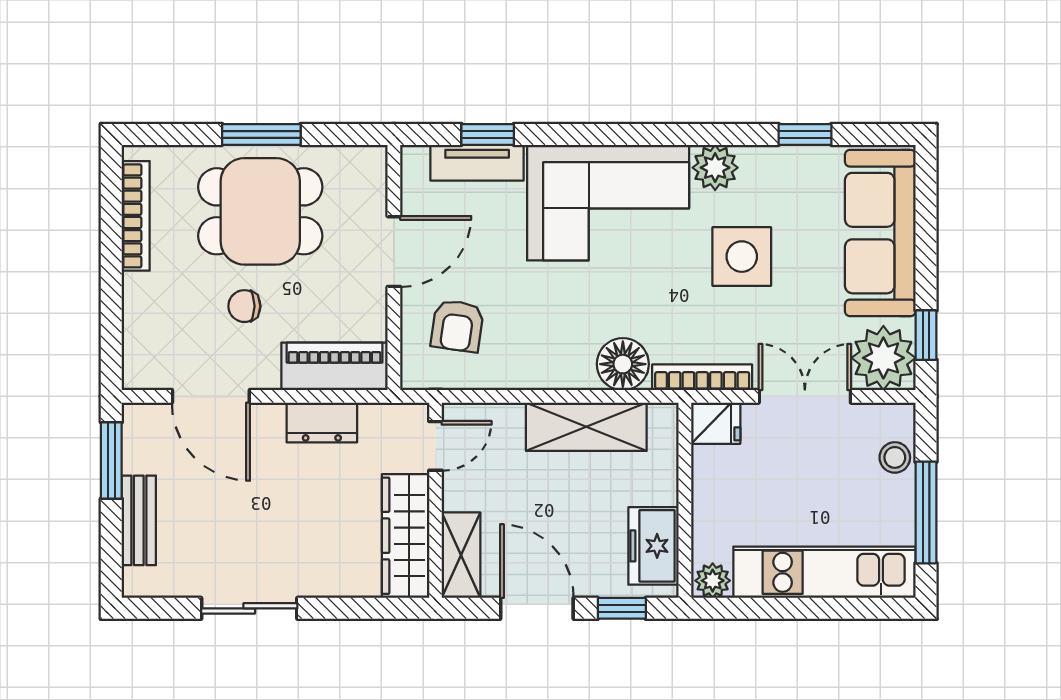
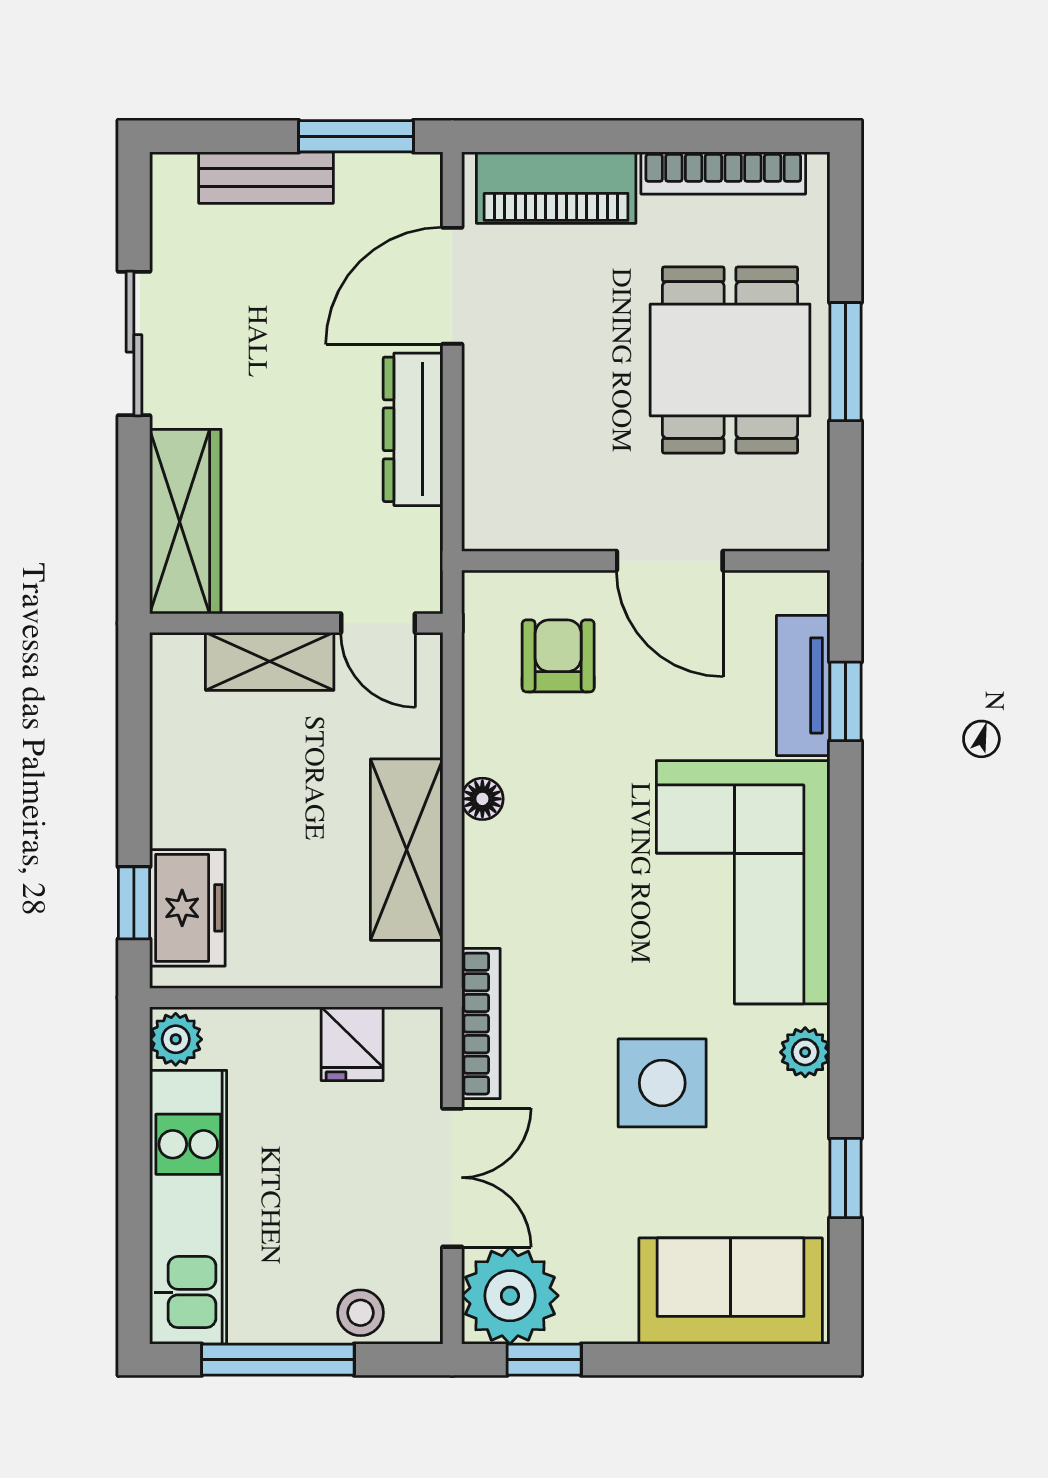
plant: (715, 168) -> (805, 1052), width x0.73, depth x0.73
sofa: (880, 233) -> (731, 1291), width x0.73
chair: (244, 306) -> (588, 336), removed
armchair: (457, 326) -> (558, 656), turned 82
floor lamp: (623, 364) -> (482, 799), moved, width x0.53, depth x0.53
piano: (335, 366) -> (556, 188), moved, turned 90
dresser: (322, 422) -> (413, 429), width x1.44
fridge: (716, 423) -> (352, 1044), moved
wardrobe: (406, 536) -> (185, 522), moved, turned 90
freezer: (654, 546) -> (187, 908), moved, turned 90
shelving: (461, 555) -> (270, 661), moved
door: (537, 608) -> (134, 775), removed

